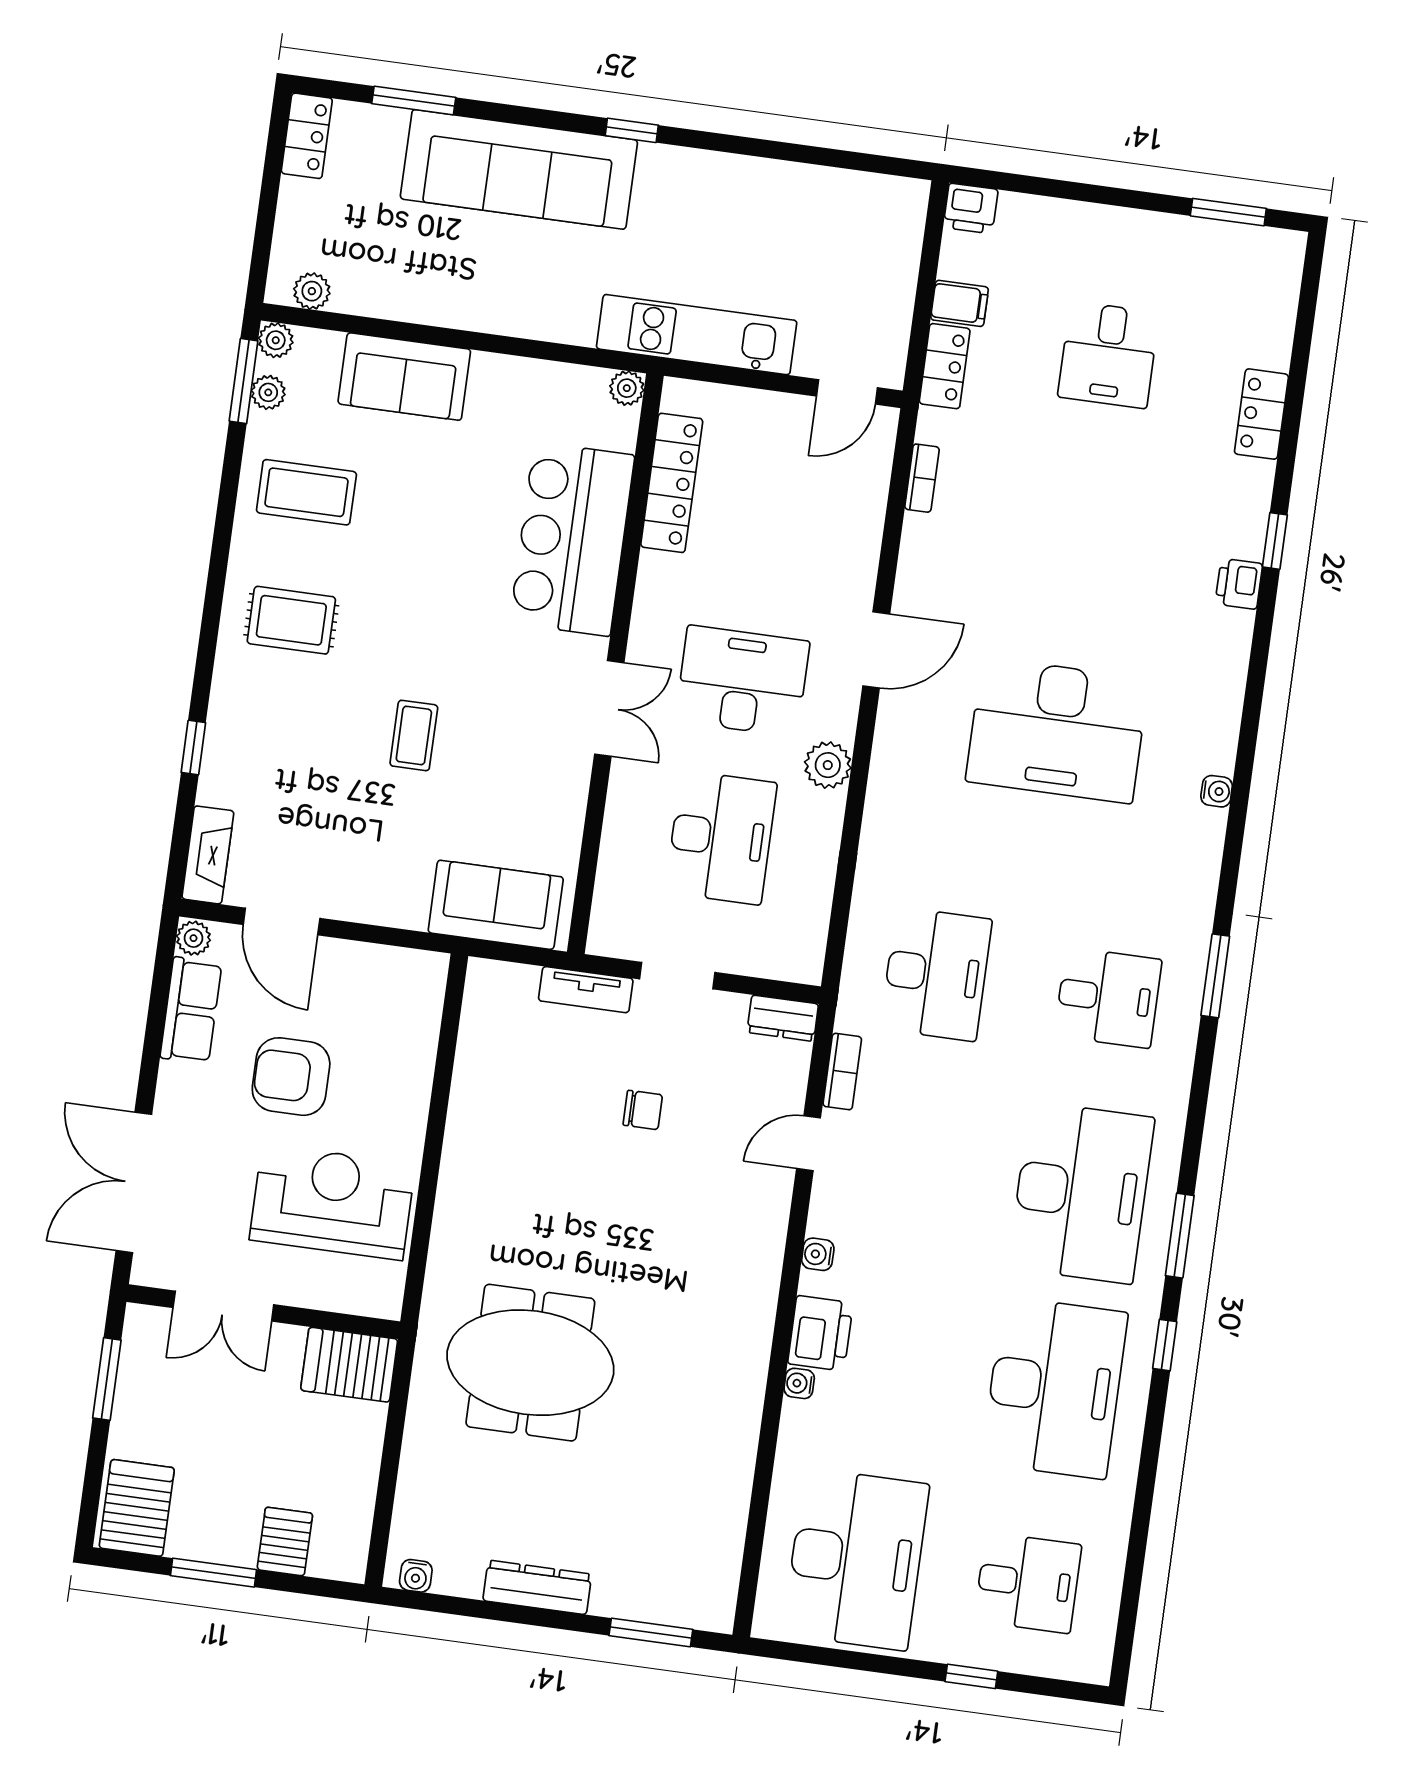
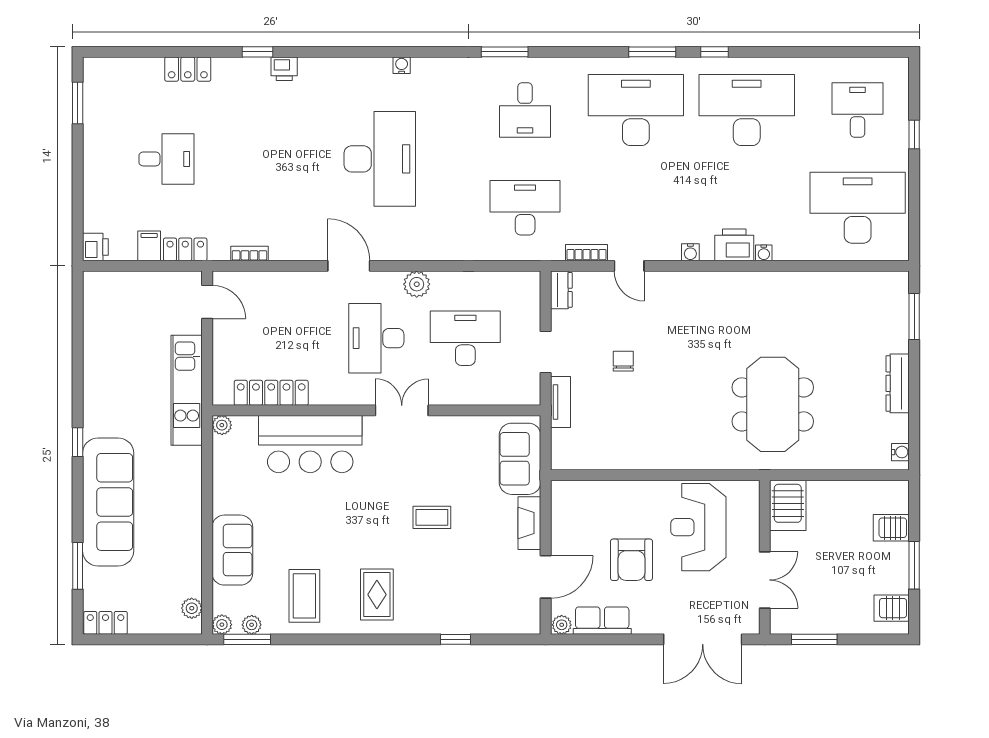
fireplace: (208, 855) -> (529, 523), moved, turned -90
desk: (1108, 998) -> (525, 110), turned 180
server rack: (137, 1508) -> (892, 608), width x0.73, depth x0.70

